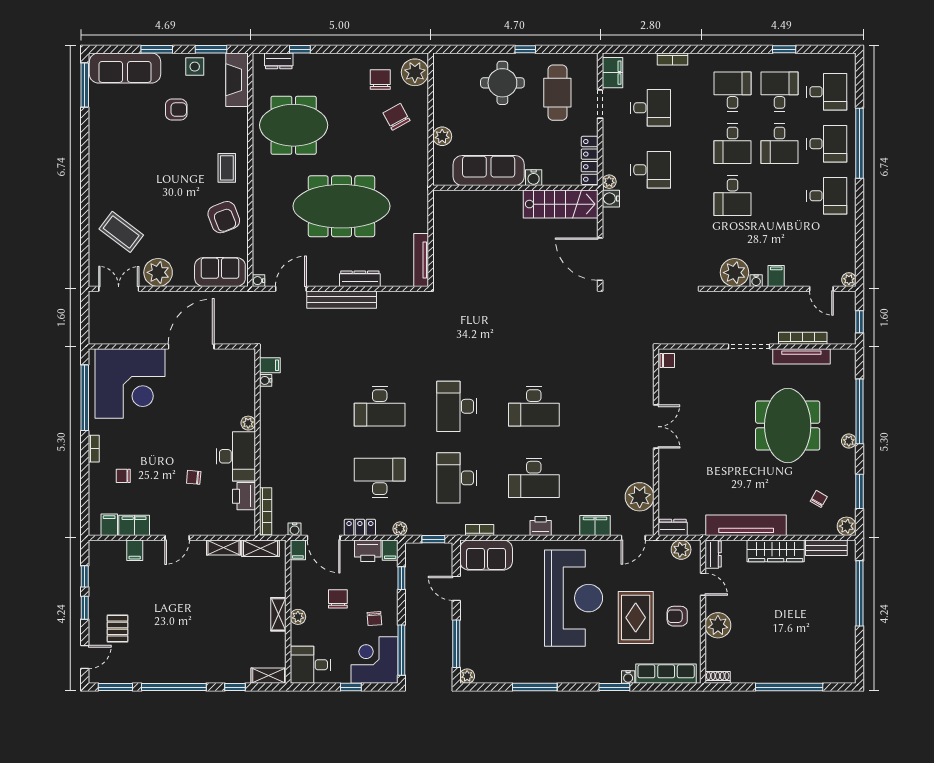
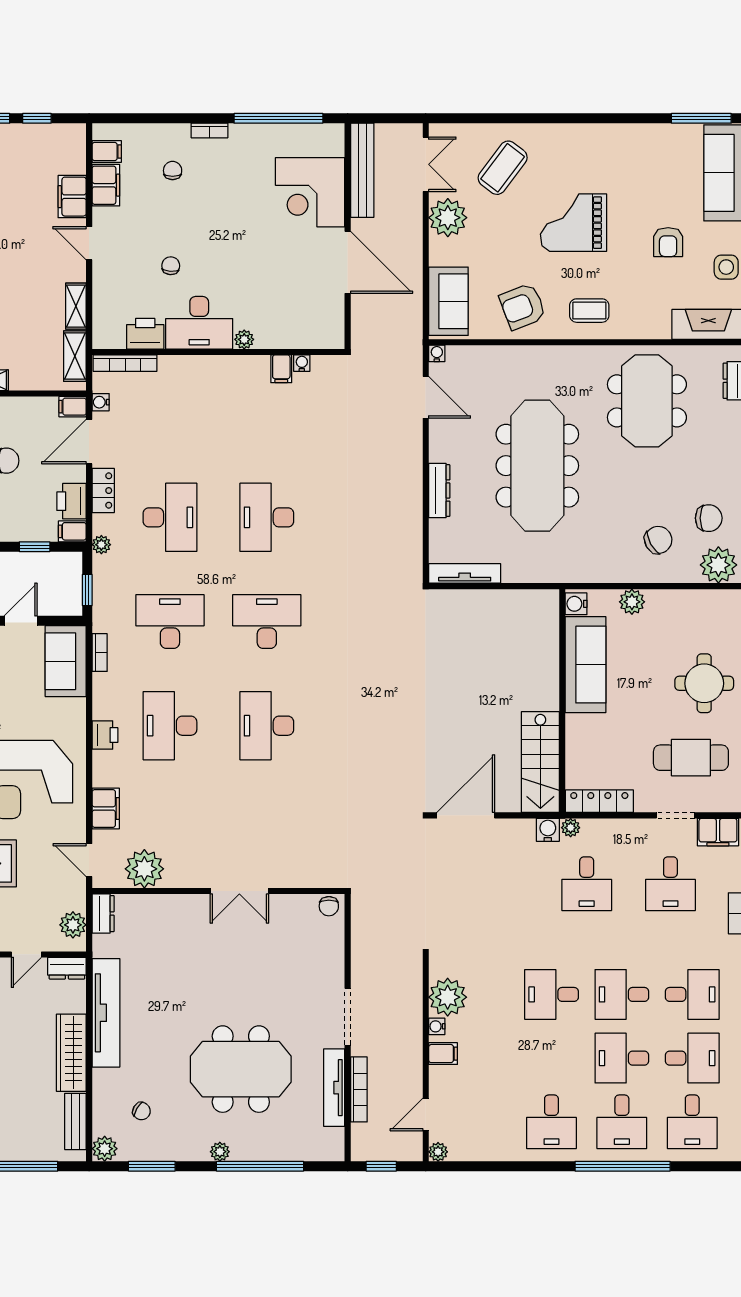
water cooler: (534, 178) -> (576, 604), moved
grand piano: (162, 179) -> (574, 223), added
bench: (342, 300) -> (362, 170), moved
filing cabinet: (270, 365) -> (281, 369), moved
corner desk: (130, 384) -> (310, 192), width x0.74, depth x0.74
filing cabinet: (135, 550) -> (72, 197), width x2.00

